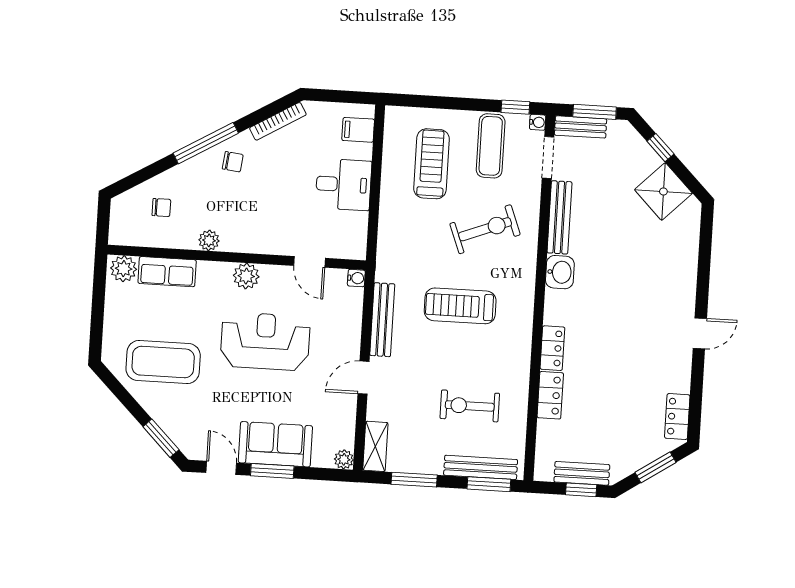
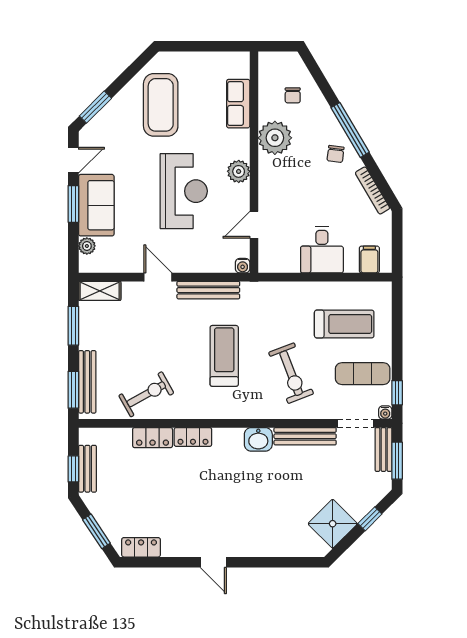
plant: (209, 240) -> (275, 138), width x1.87, depth x1.87
plant: (124, 269) -> (238, 66), removed
exercise bike: (470, 406) -> (146, 394), moved, turned 61
plant: (344, 459) -> (87, 246), moved

